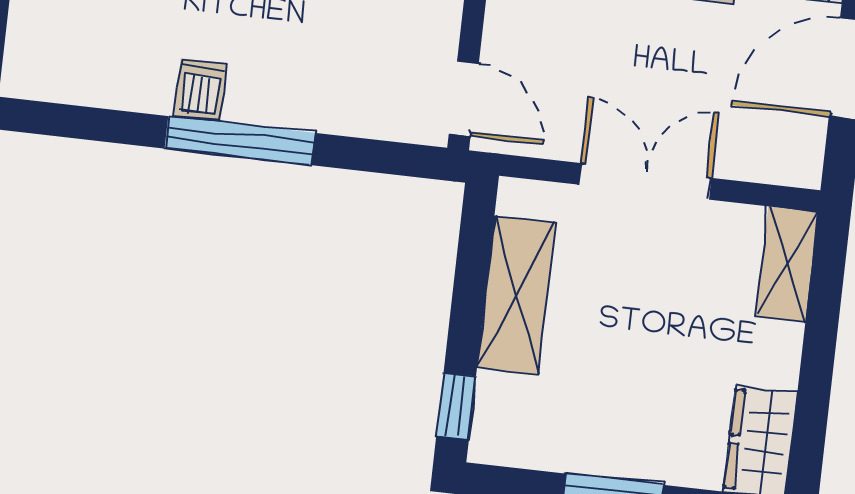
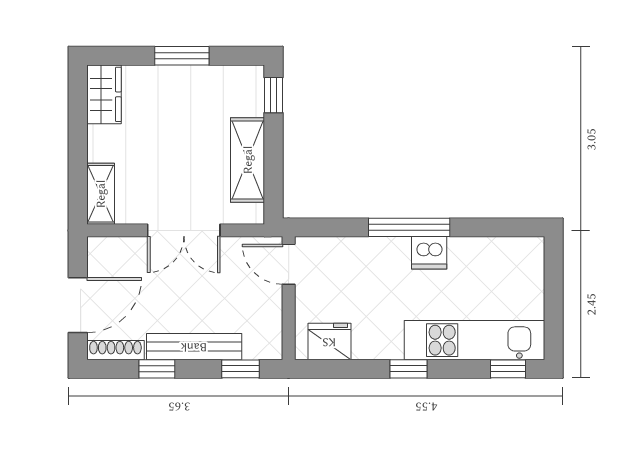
dishwasher: (200, 90) -> (429, 253), width x1.38

